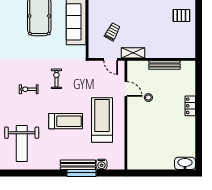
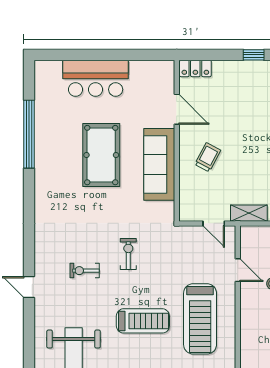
trolley: (112, 32) -> (208, 157), moved
treadmill: (102, 120) -> (200, 319), turned 180

